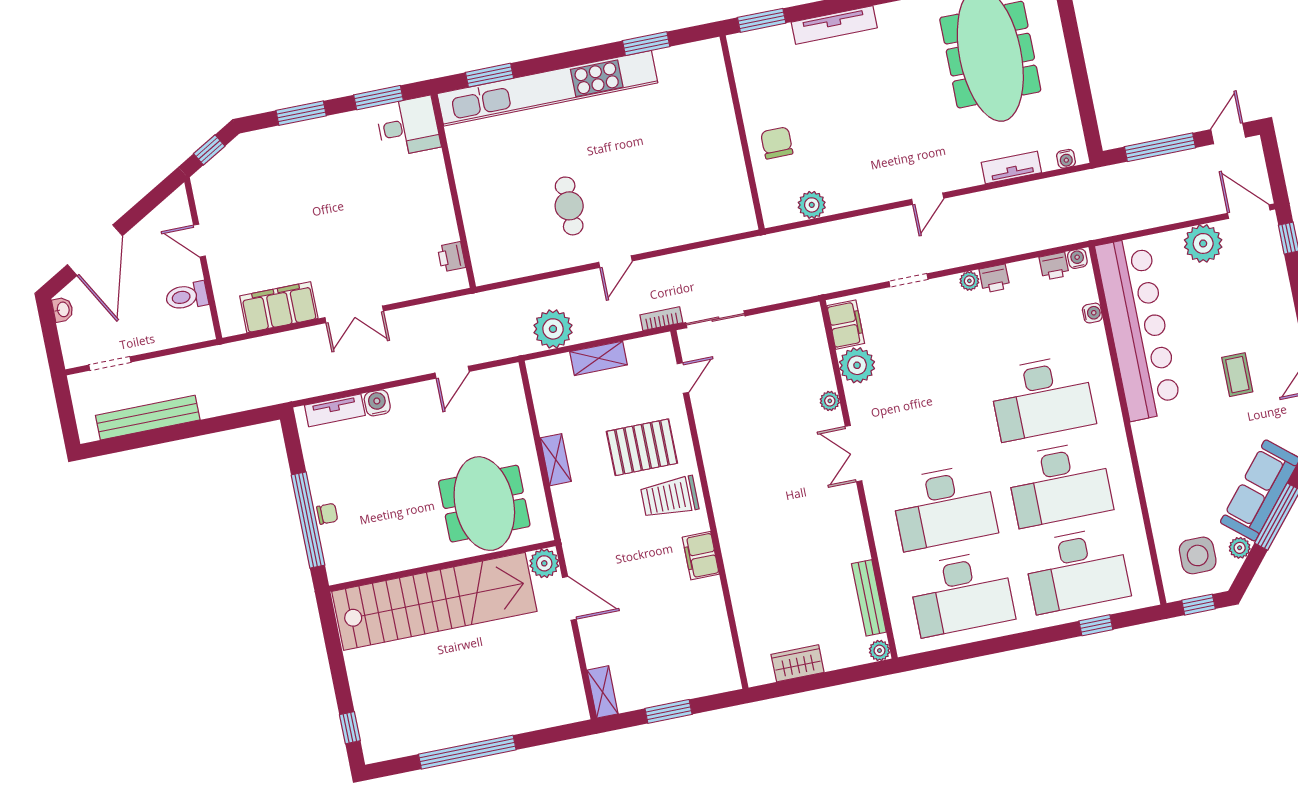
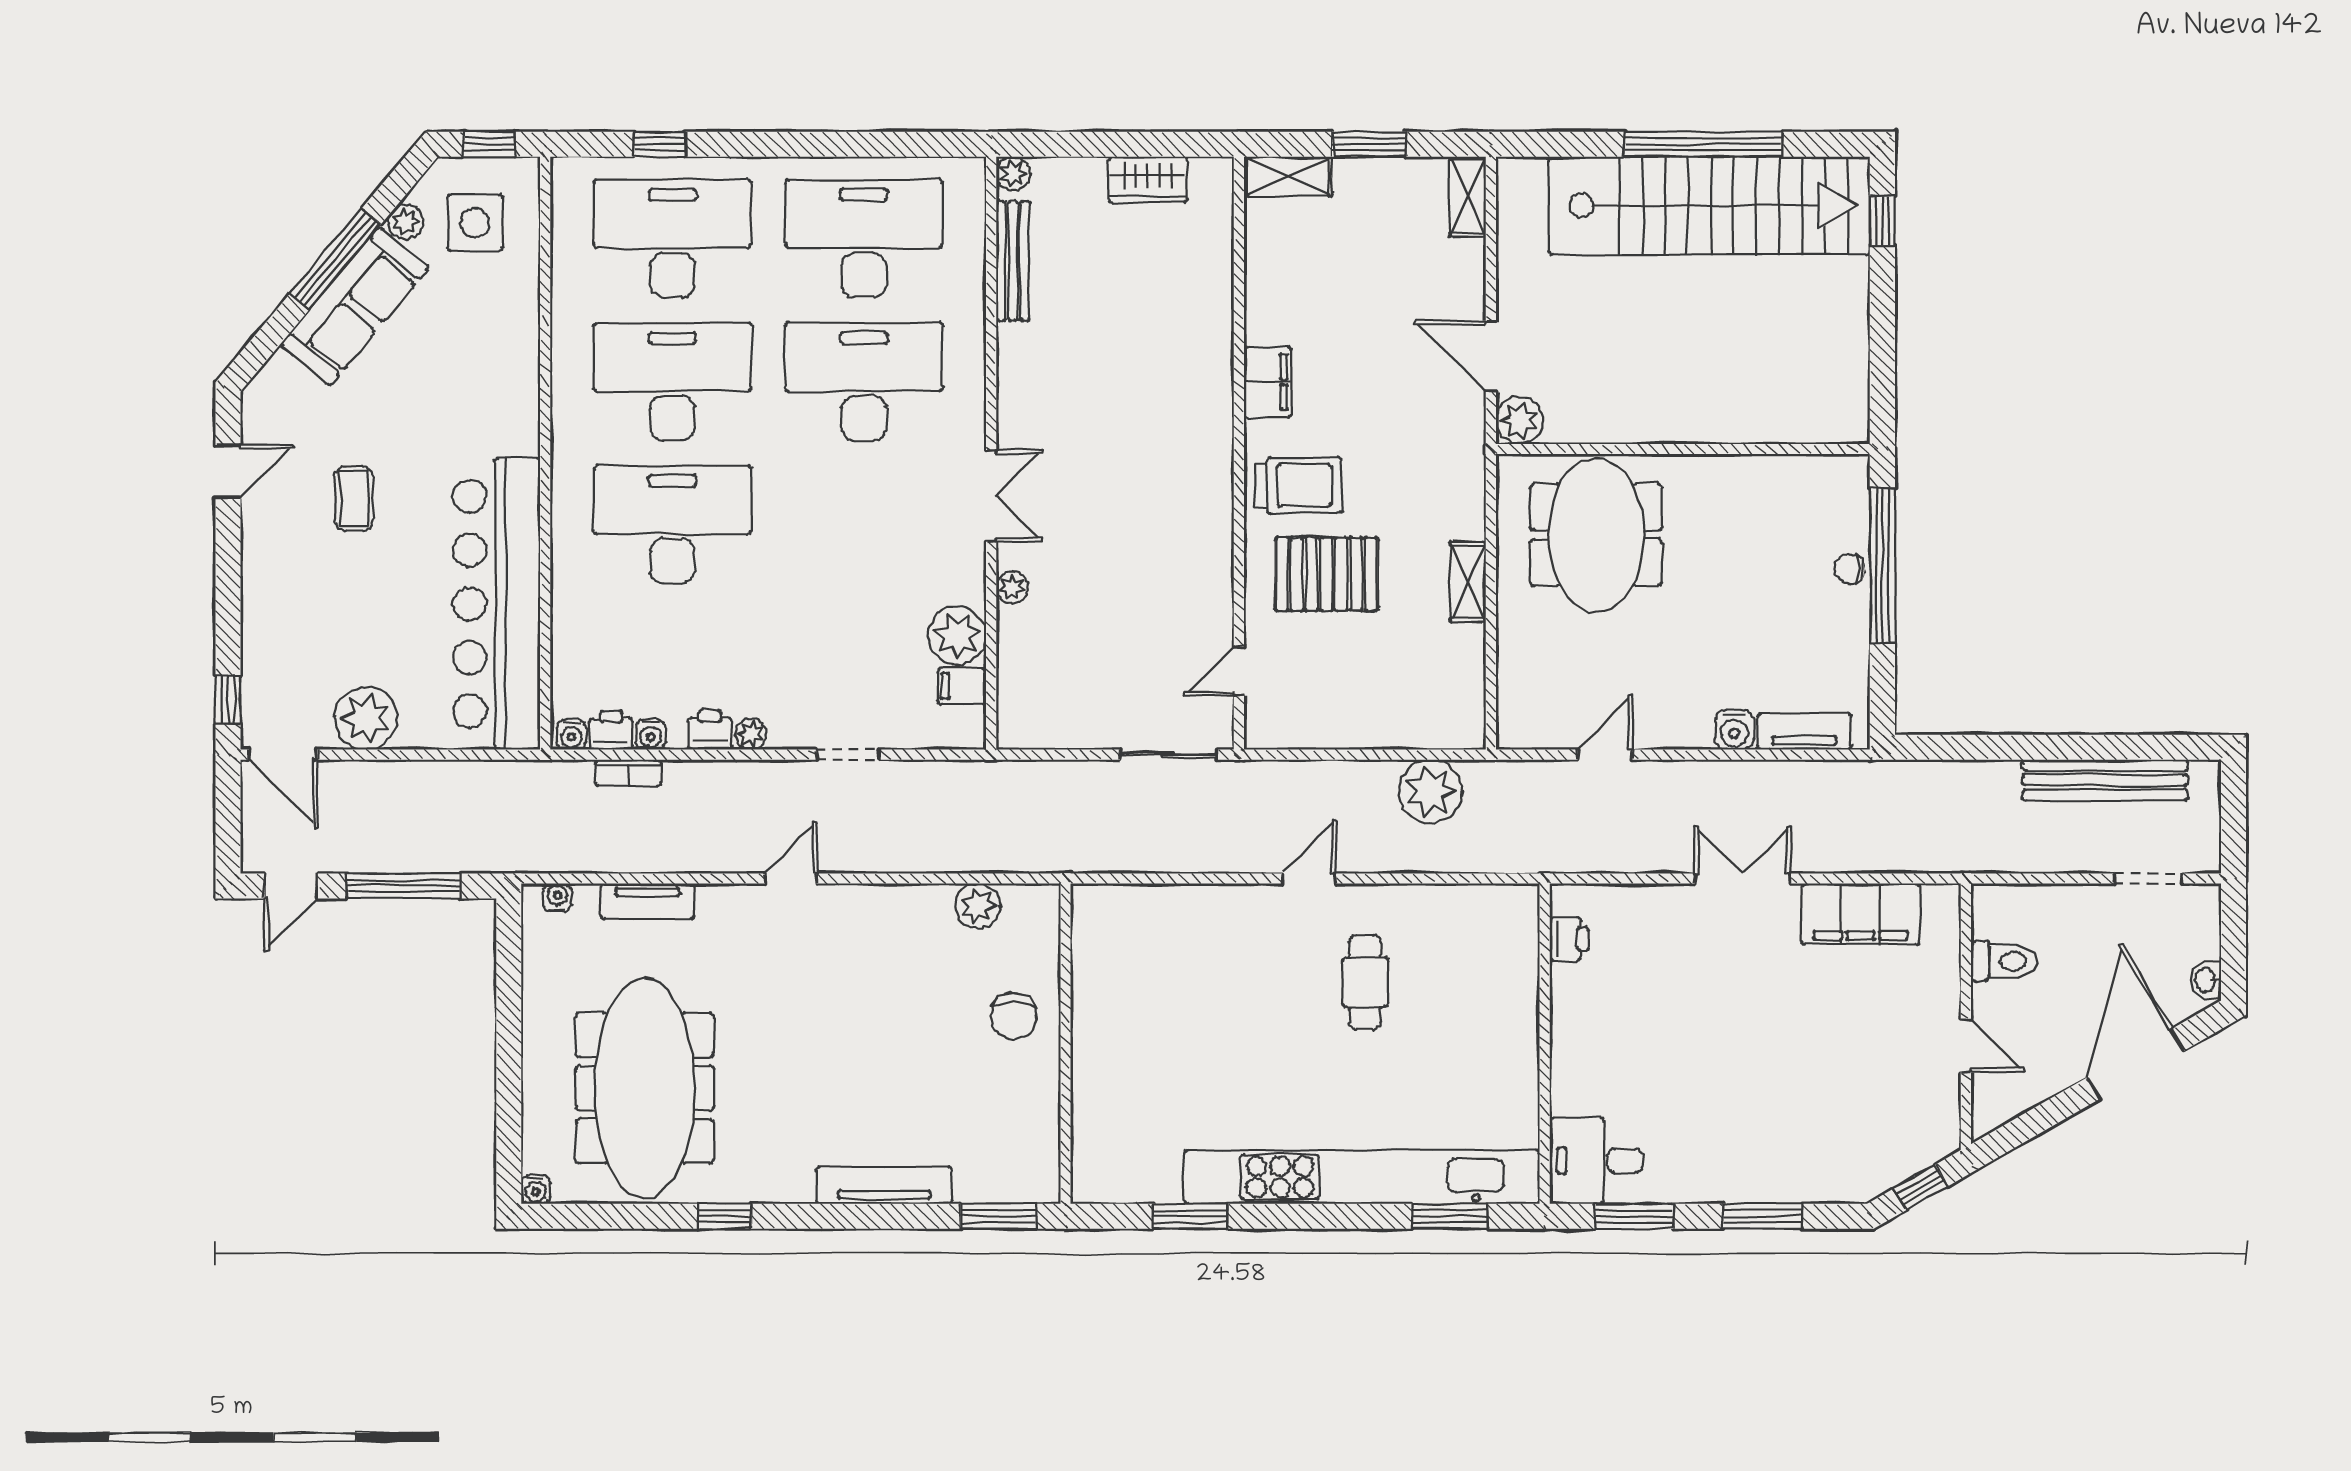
water cooler: (1092, 313) -> (651, 735), moved, turned -90
bookcase: (661, 319) -> (628, 773), moved
filing cabinet: (846, 325) -> (962, 686), width x0.50
shelving: (599, 358) -> (1288, 176), moved
stairs: (434, 601) -> (1710, 206), moved, turned 180

